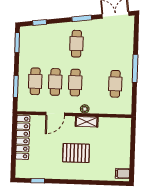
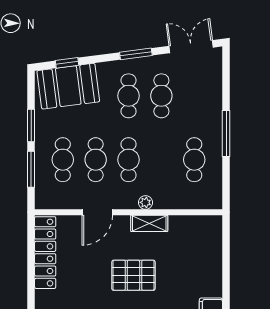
booth: (40, 37) -> (68, 86), added
window: (17, 42) -> (31, 125), moved
cafe table: (96, 44) -> (161, 96), added

